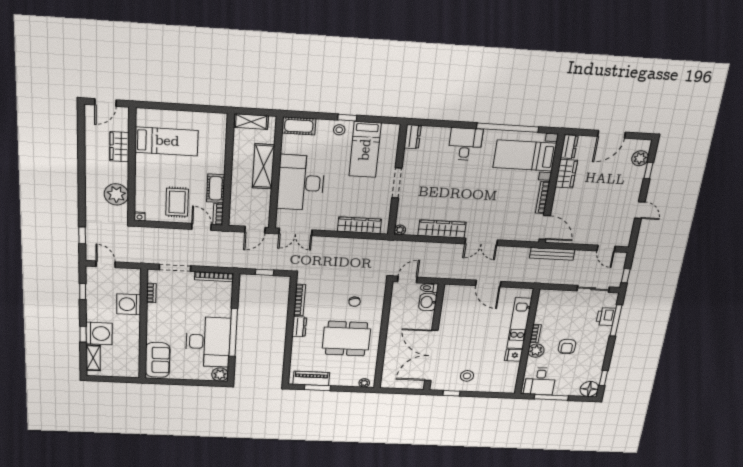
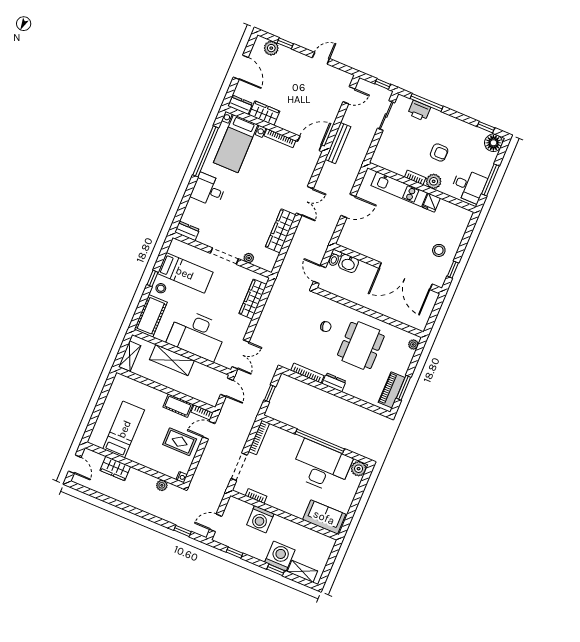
cot: (299, 126) -> (151, 316), width x1.37, depth x1.34
plant: (116, 194) -> (162, 485), width x0.53, depth x0.53
plant: (400, 230) -> (249, 258), moved

